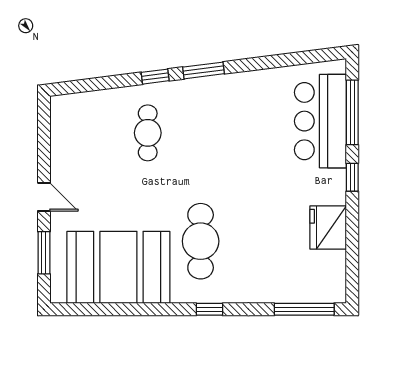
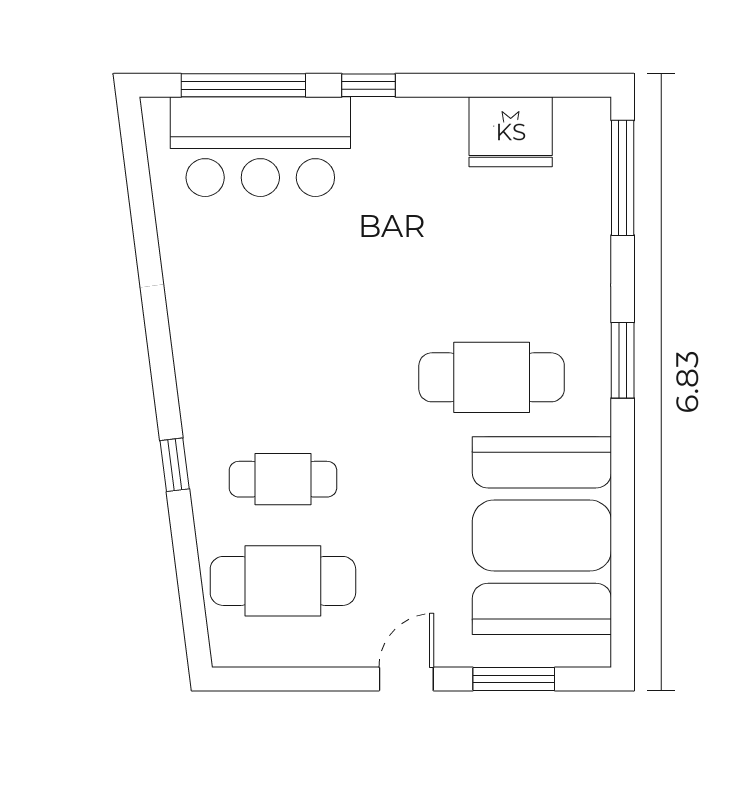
window: (204, 70) -> (163, 372), removed
cafe table: (95, 133) -> (283, 581), added
fridge: (328, 228) -> (511, 132), moved
window: (209, 309) -> (623, 360), width x1.50

